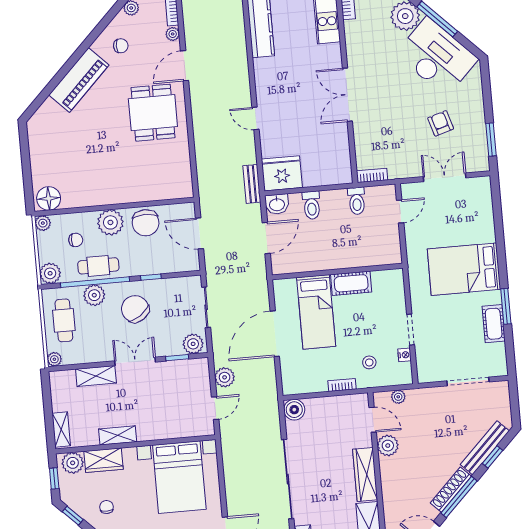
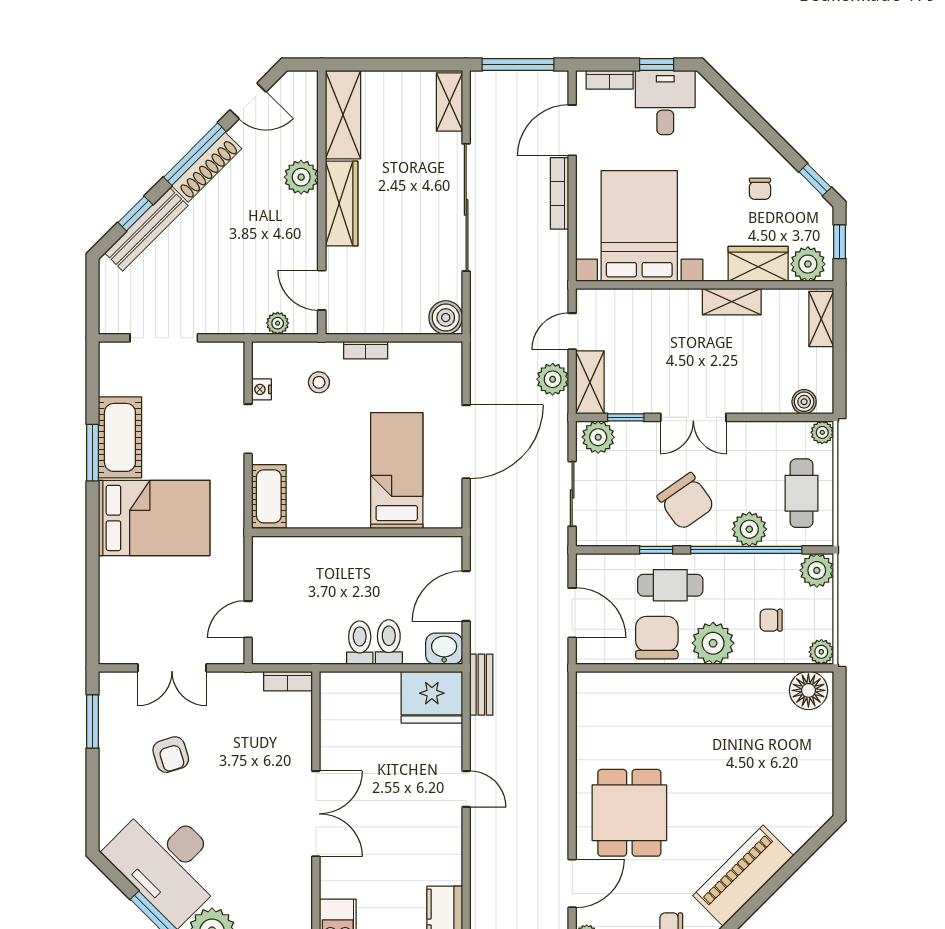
toilet: (357, 201) -> (360, 643), moved
cafe table: (98, 266) -> (670, 585), moved
cot: (351, 283) -> (269, 496), moved, turned 90
cot: (494, 324) -> (120, 437), width x1.37, depth x1.34
shelving: (96, 376) -> (590, 382), moved, turned 90
boiler: (67, 377) -> (804, 402), added
plant: (388, 446) -> (301, 177), moved
bookcase: (231, 493) -> (559, 193), added

